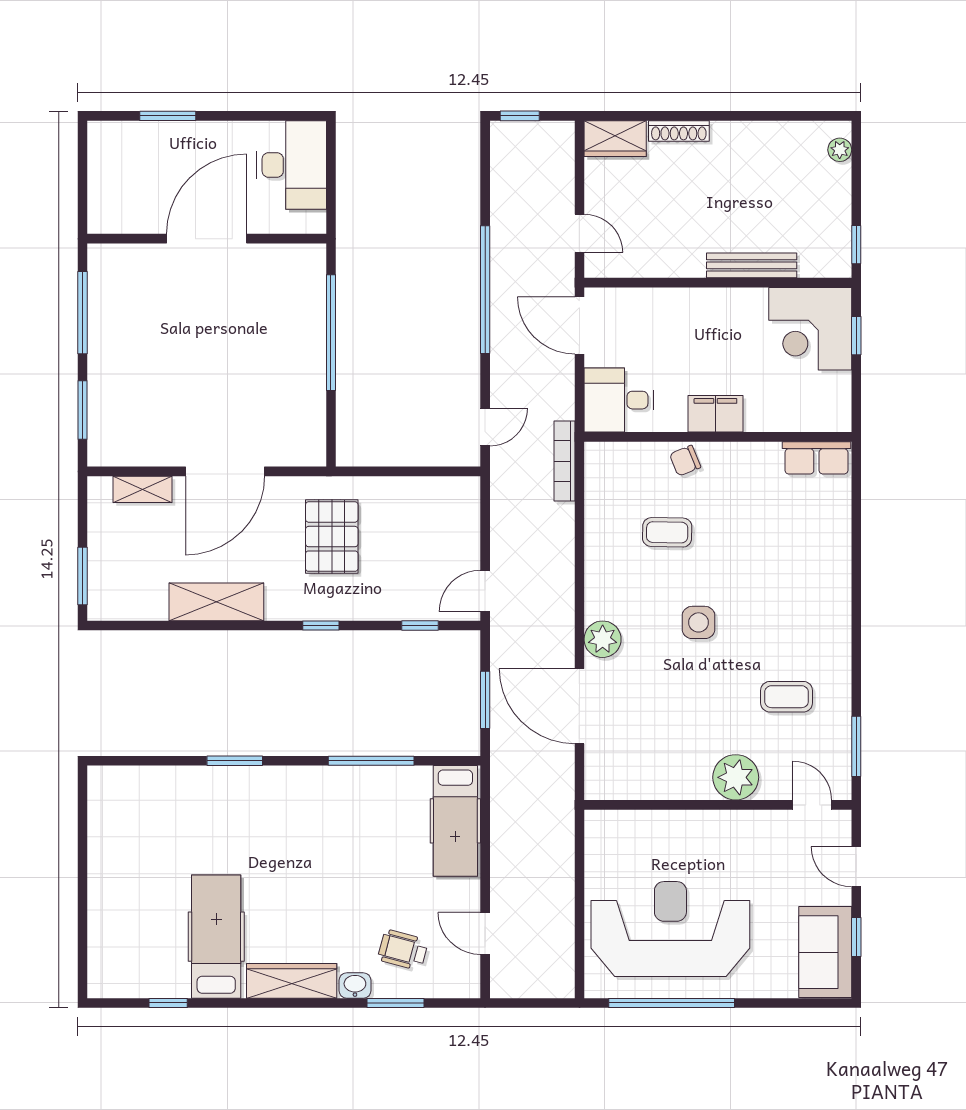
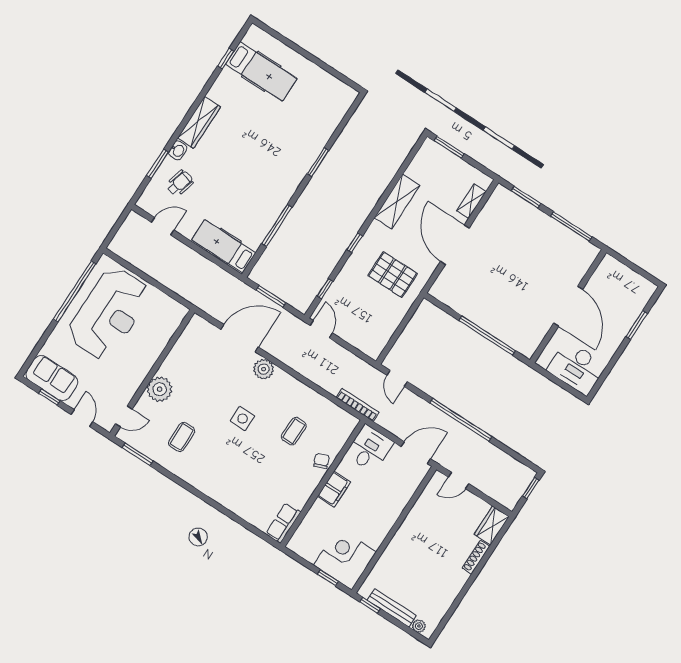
bench: (752, 265) -> (392, 608), moved, turned 90
door: (856, 867) -> (82, 418), hinge flipped
hospital bed: (216, 937) -> (261, 71), moved

